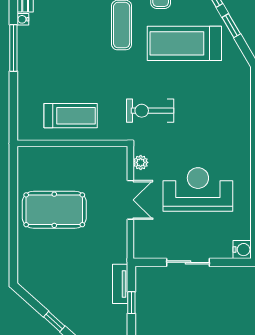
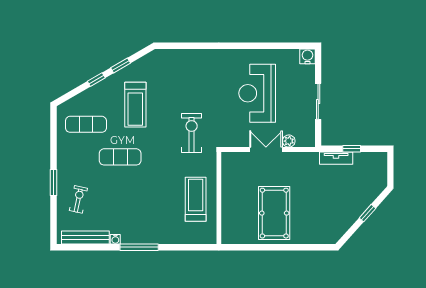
treadmill: (184, 43) -> (135, 105), width x0.73, depth x0.73
exercise bike: (150, 111) -> (192, 133), turned 180
plant: (141, 162) -> (289, 141), moved

